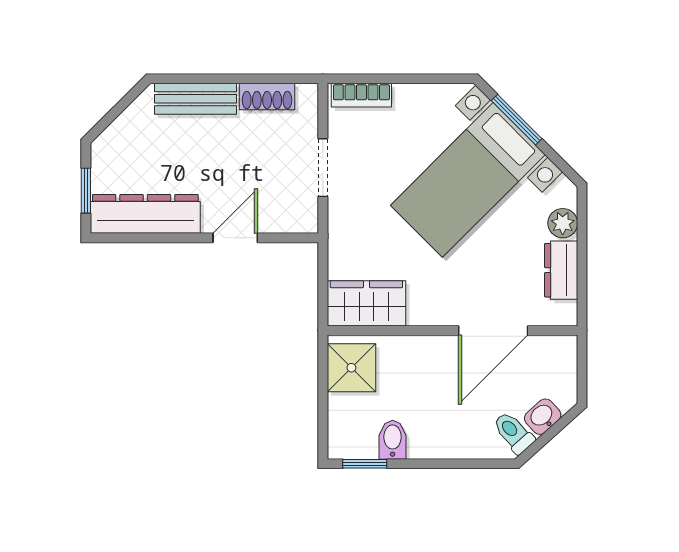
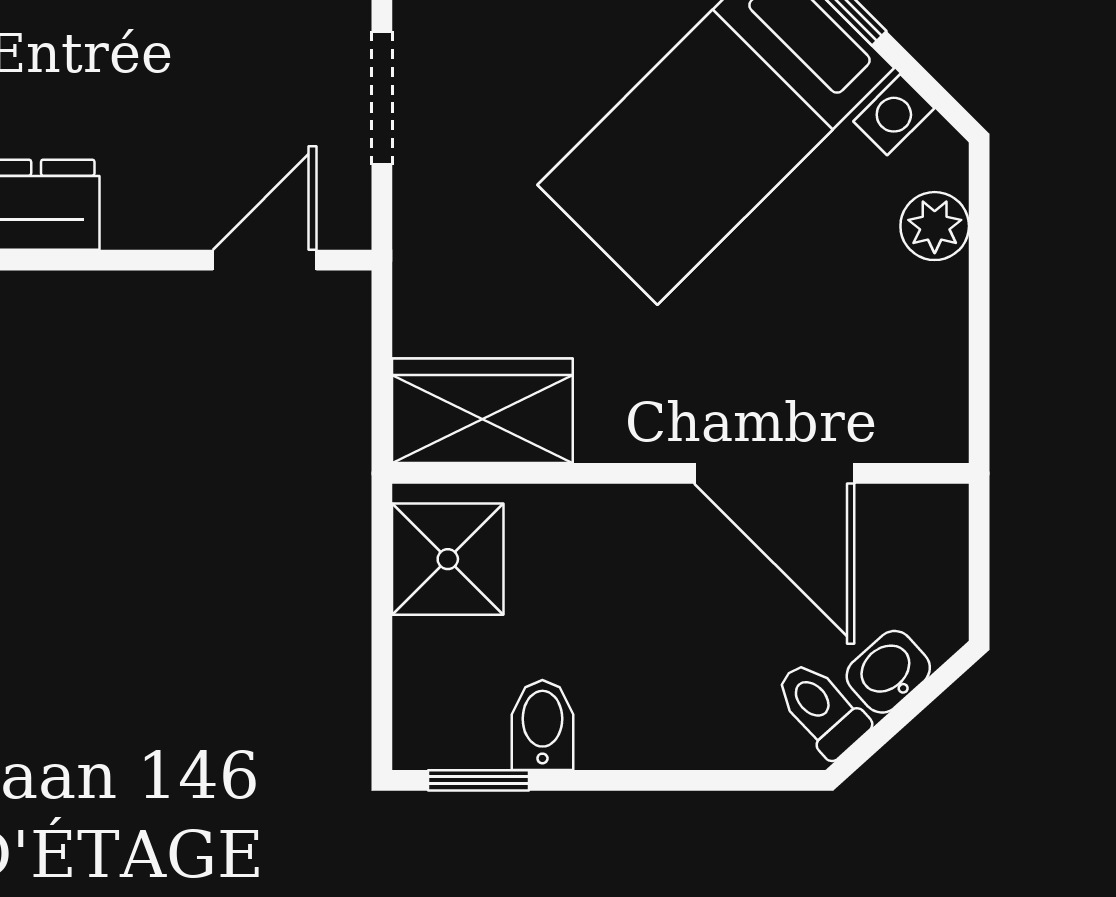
door: (235, 238) -> (265, 260), moved
dresser: (561, 270) -> (931, 334), removed
door: (493, 330) -> (774, 473), hinge flipped

